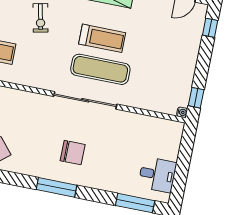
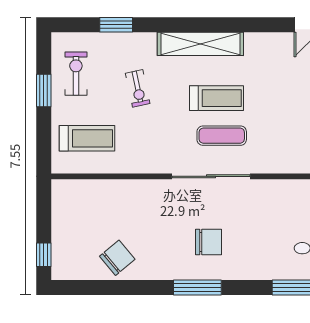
exercise mat: (100, 69) -> (222, 136), width x0.73, depth x0.69

